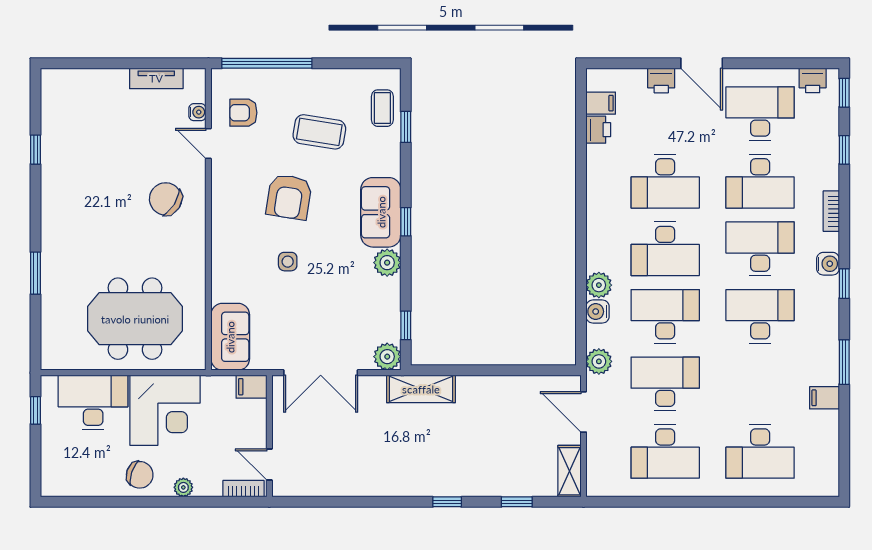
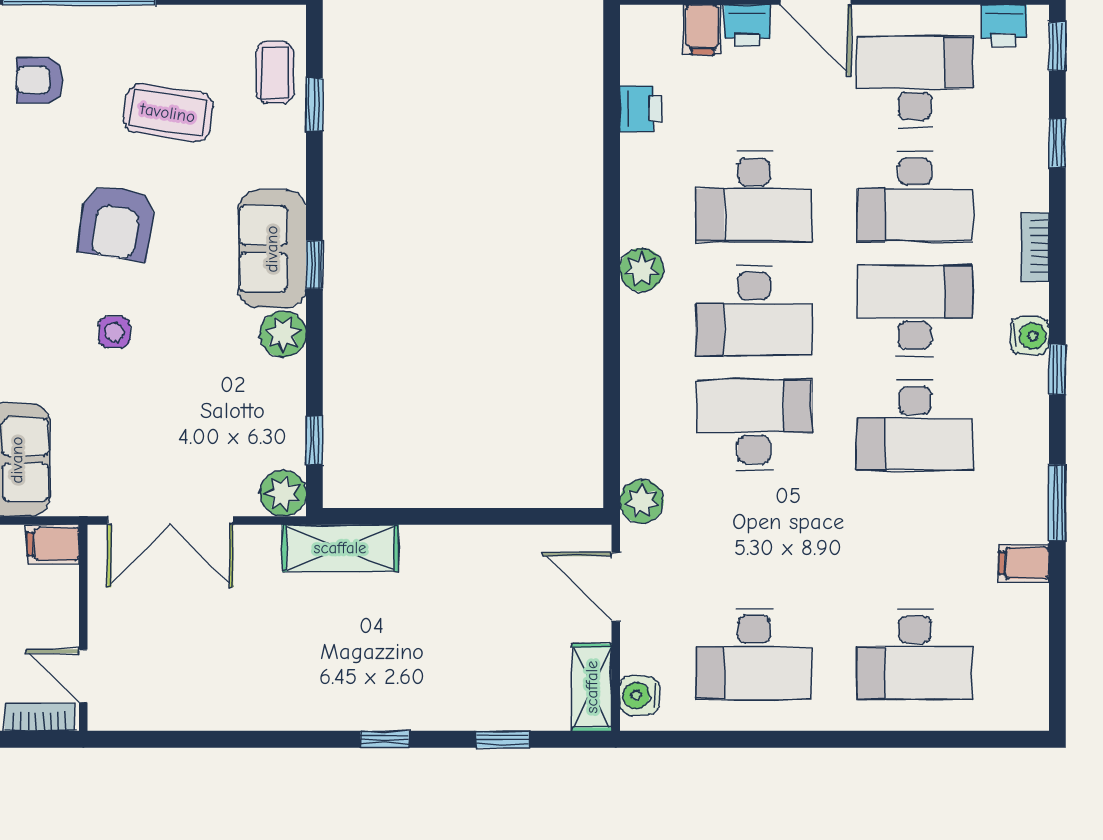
filing cabinet: (601, 103) -> (702, 30), moved, turned 90
plant: (599, 285) -> (642, 270), moved
water cooler: (598, 312) -> (639, 696), moved
desk: (760, 316) -> (915, 425), turned 180
desk: (665, 384) -> (754, 540), removed

